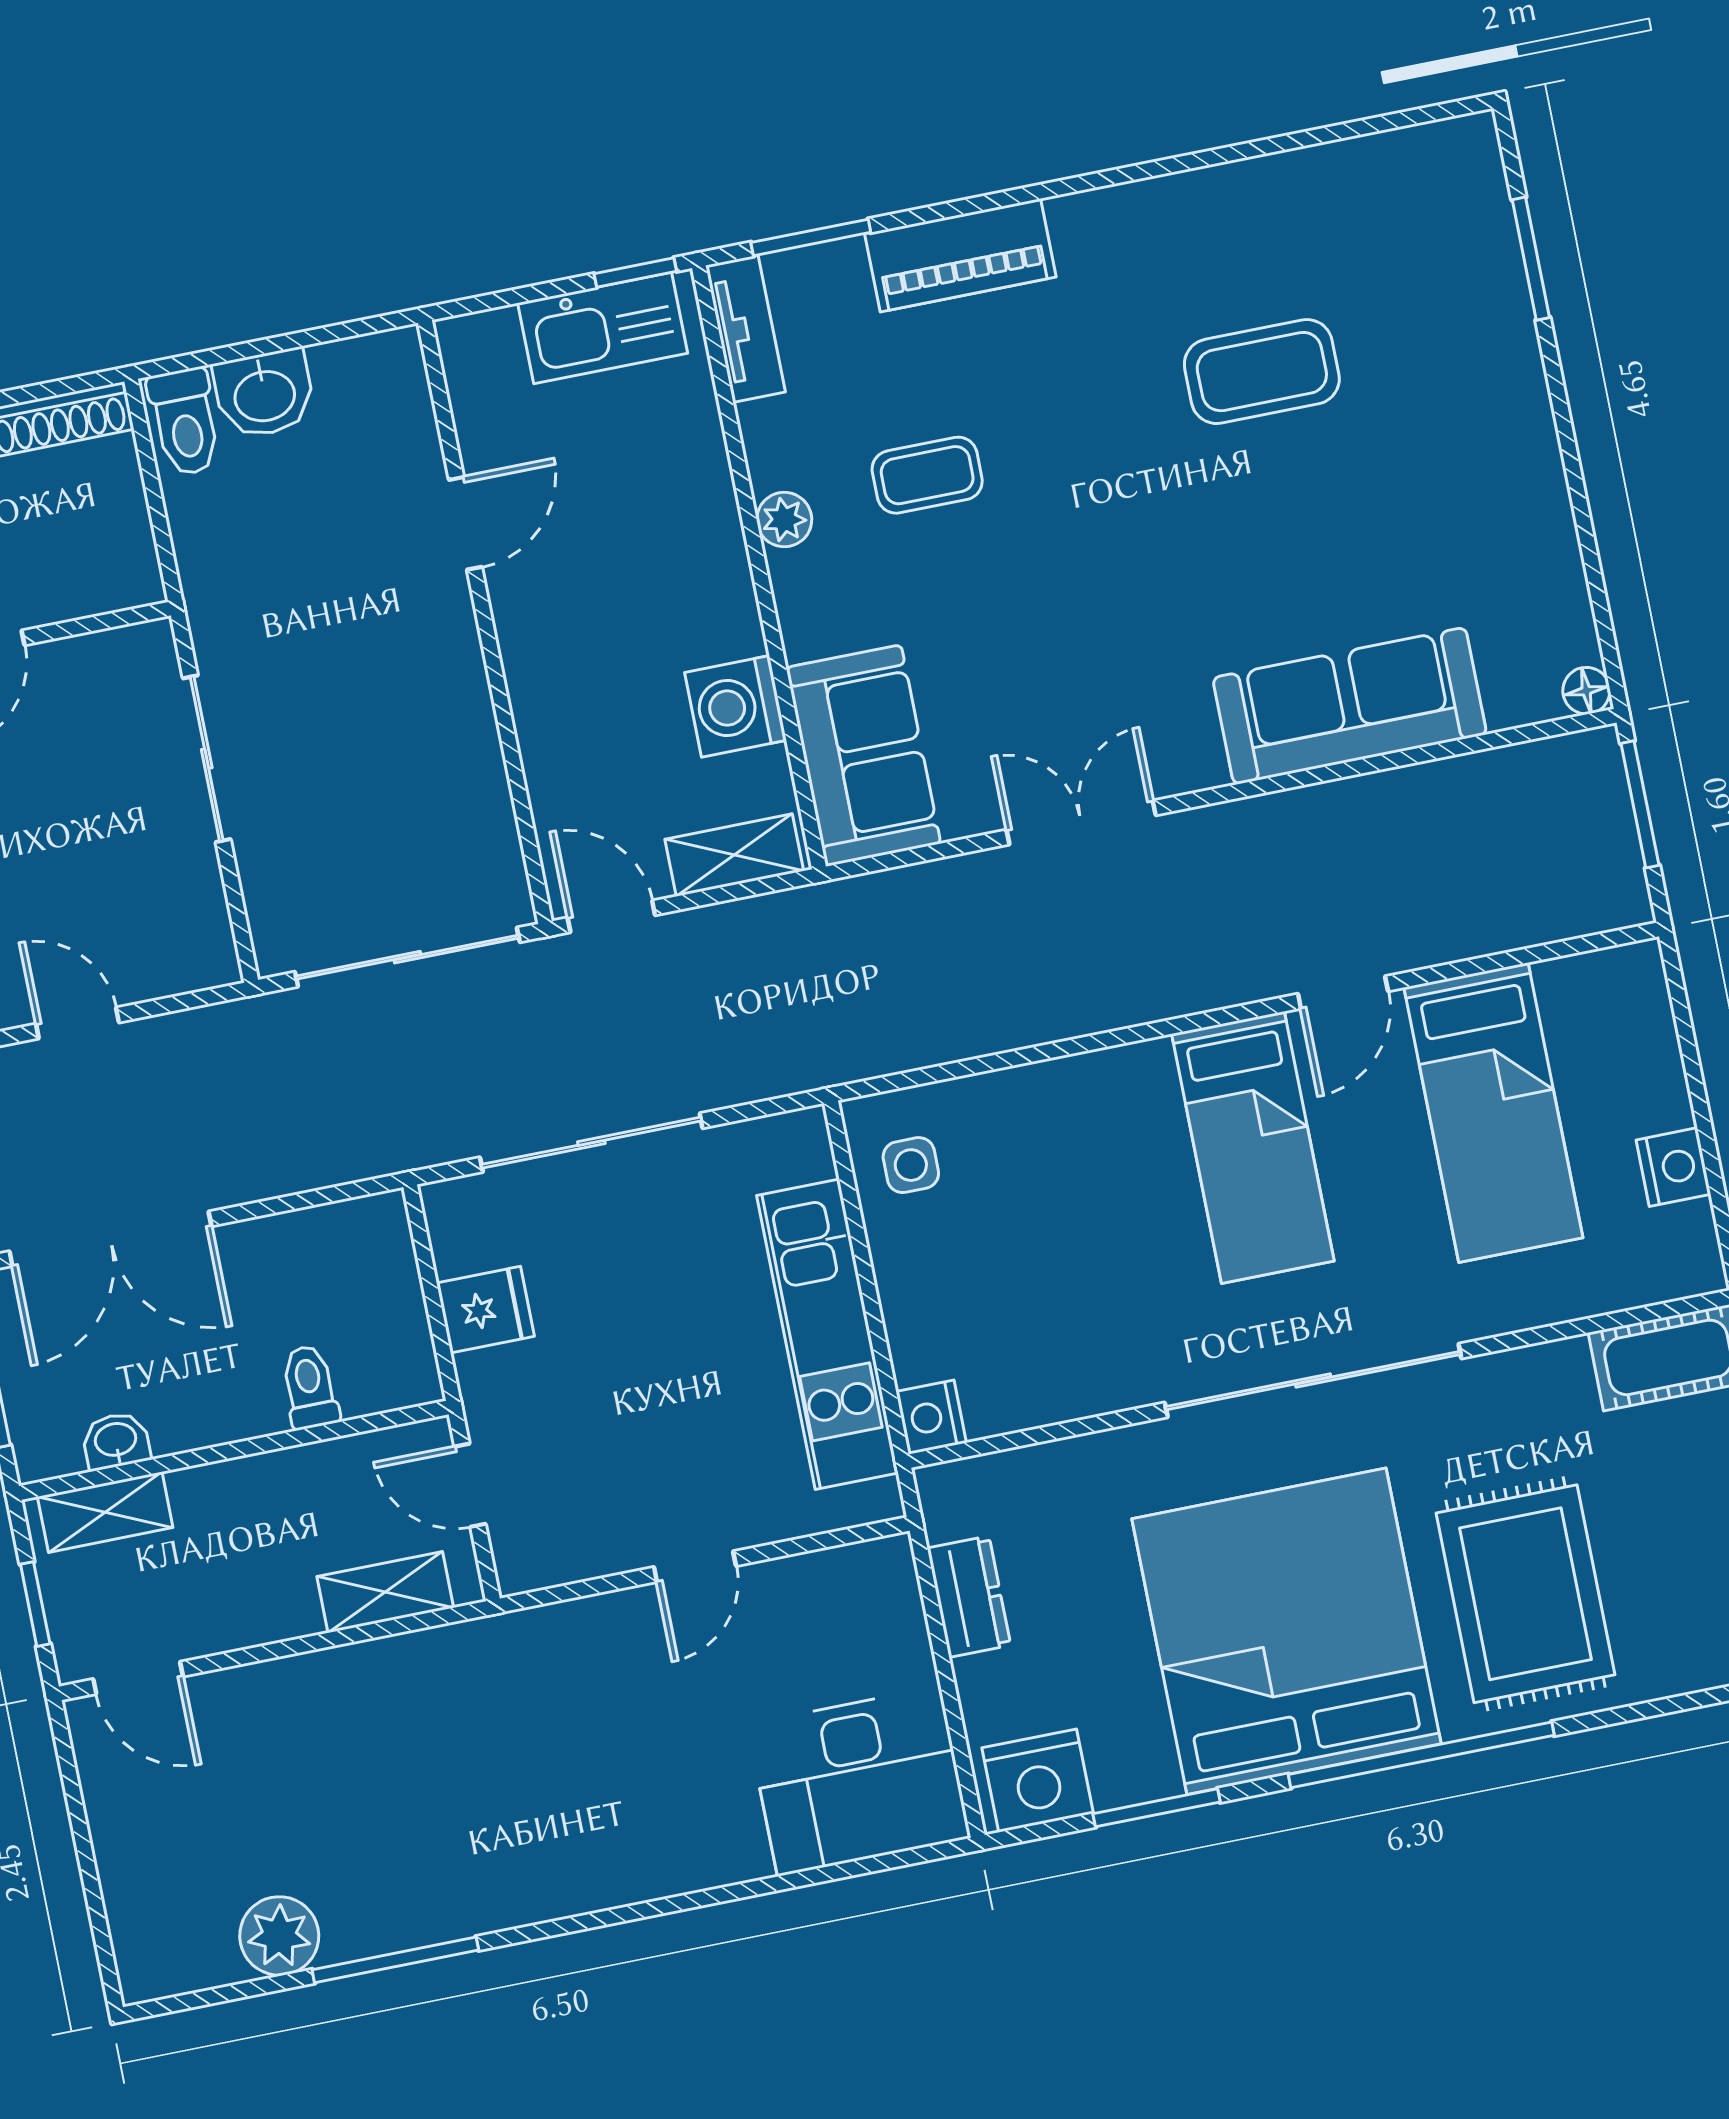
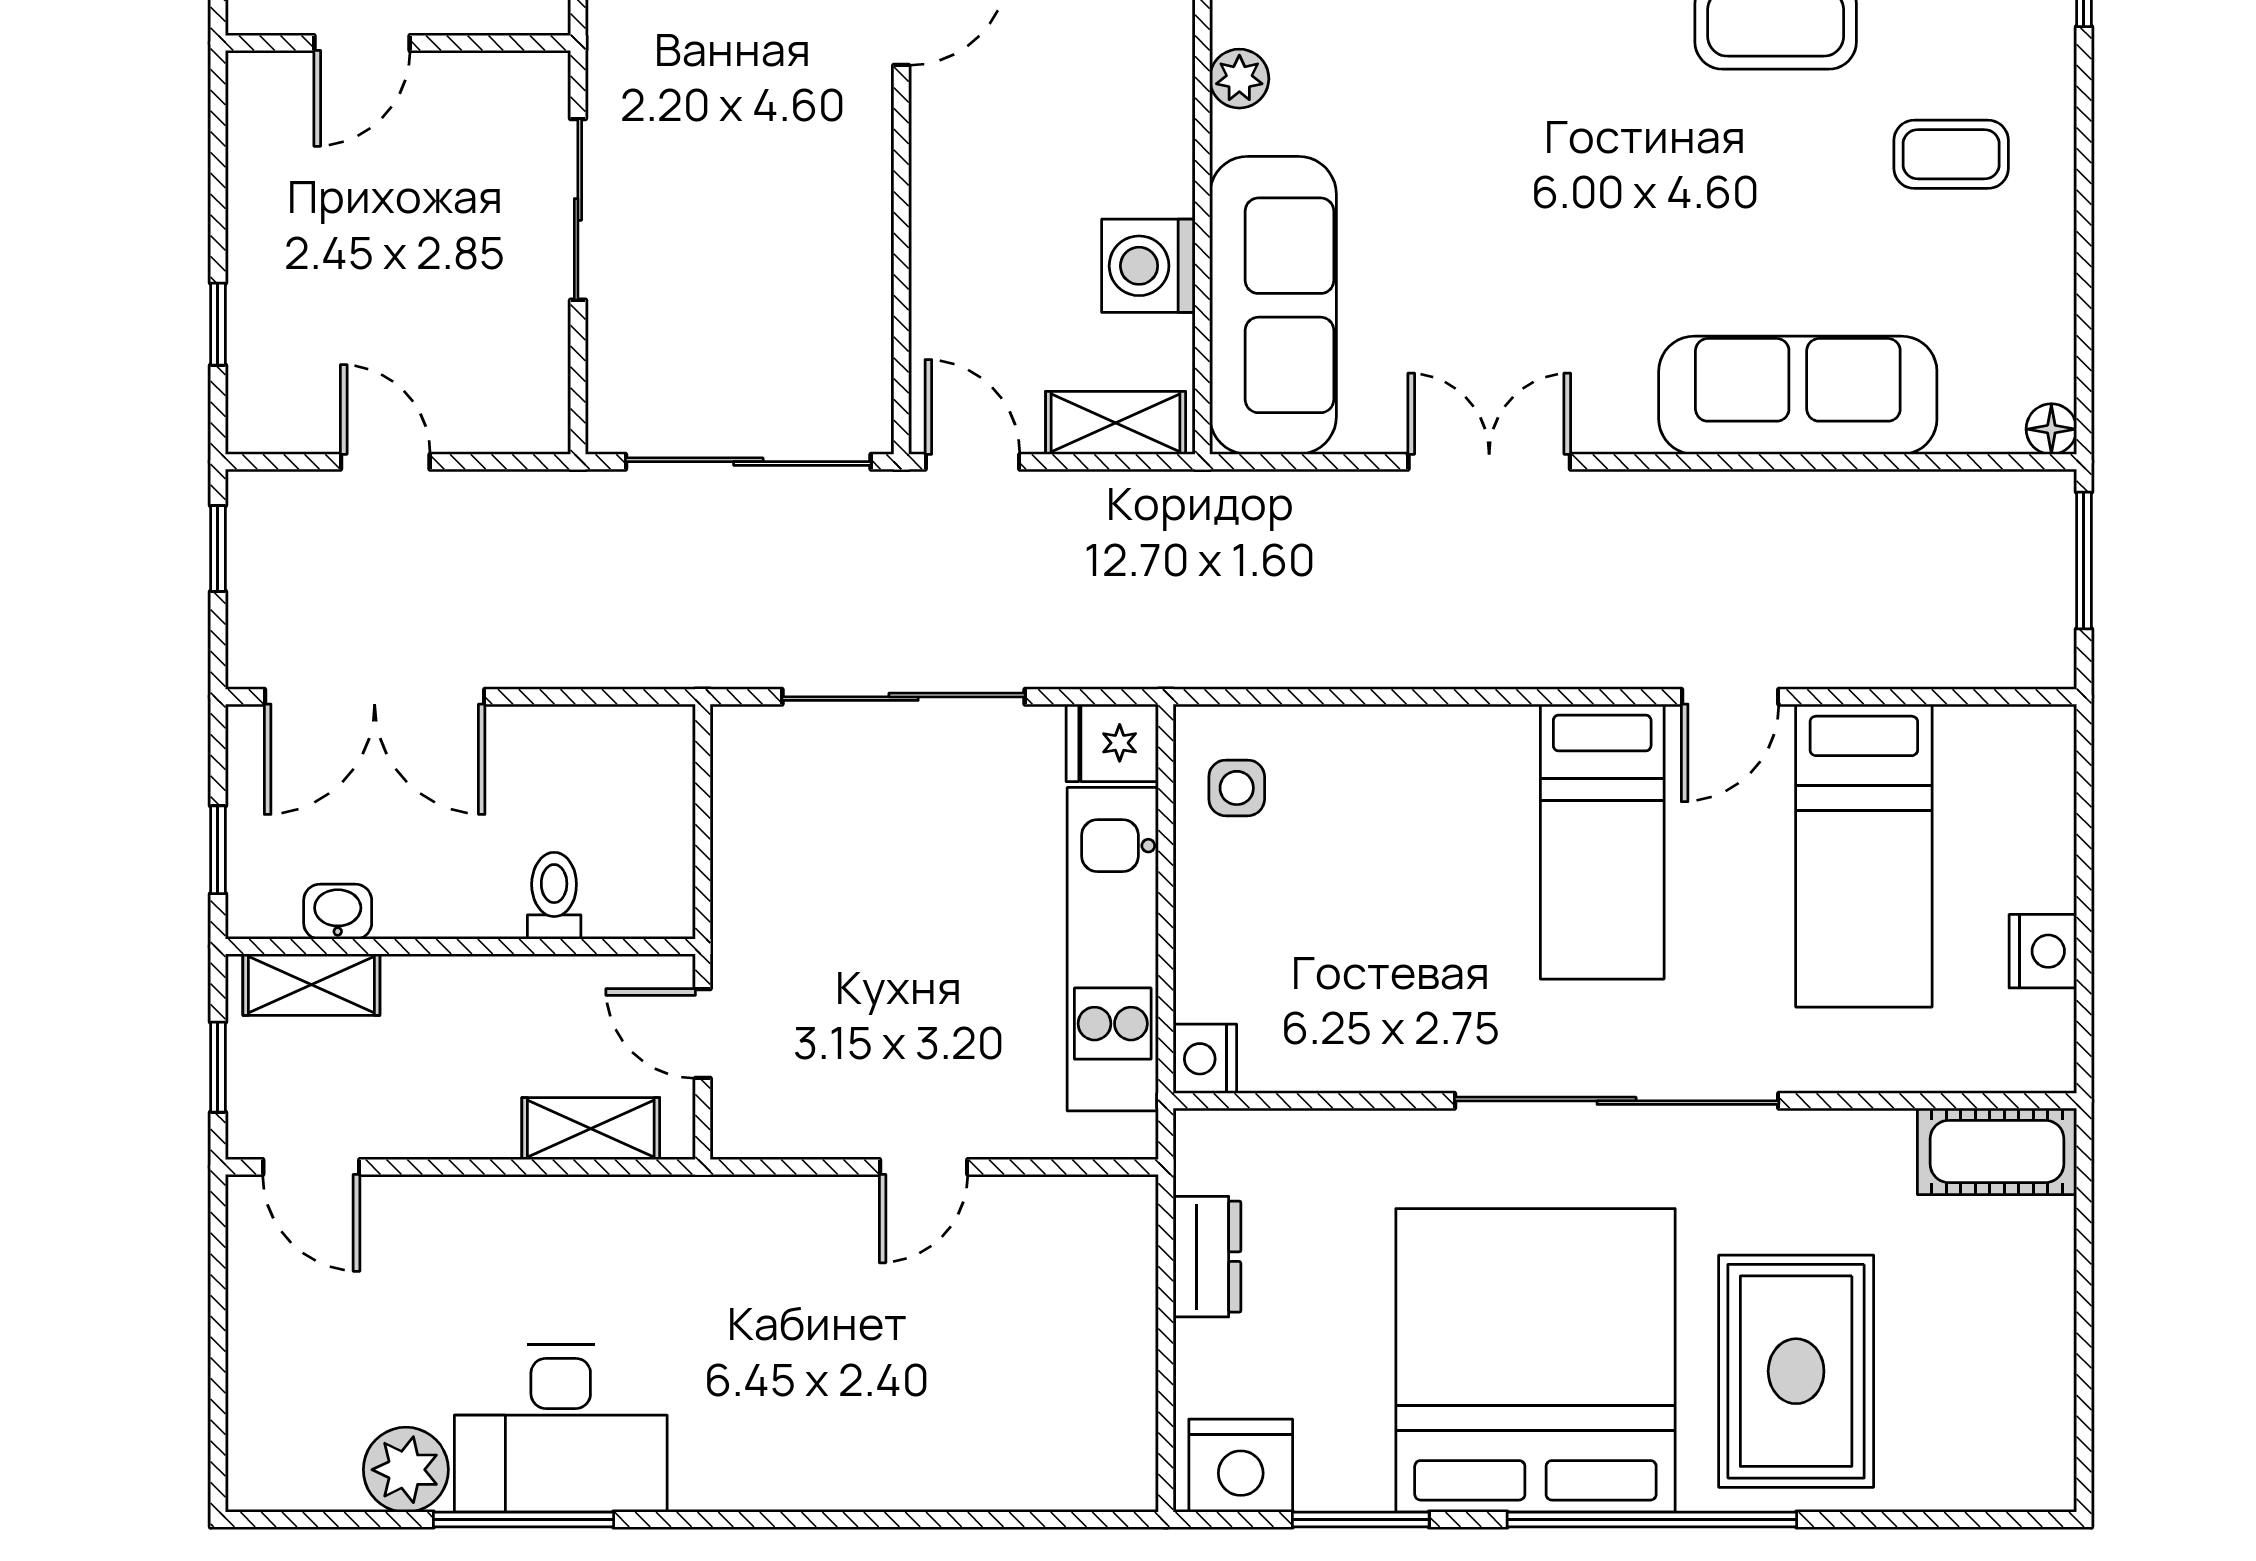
coffee table: (927, 475) -> (1951, 154), moved
sofa: (863, 756) -> (1273, 305), width x1.36
fridge: (485, 1310) -> (1112, 743), moved, turned 180
desk: (859, 1781) -> (561, 1429), moved

